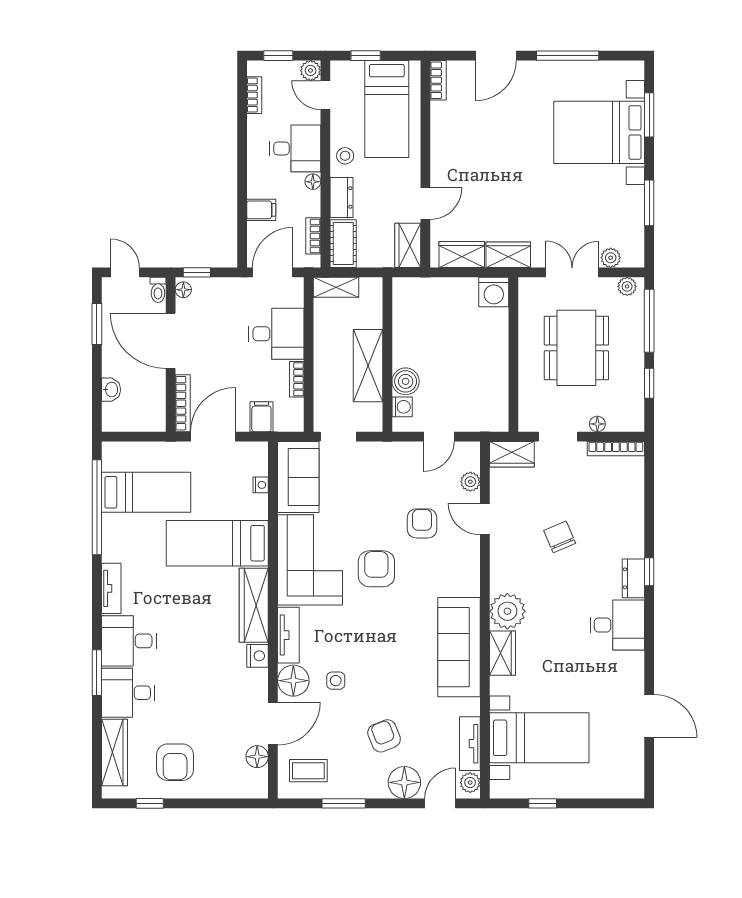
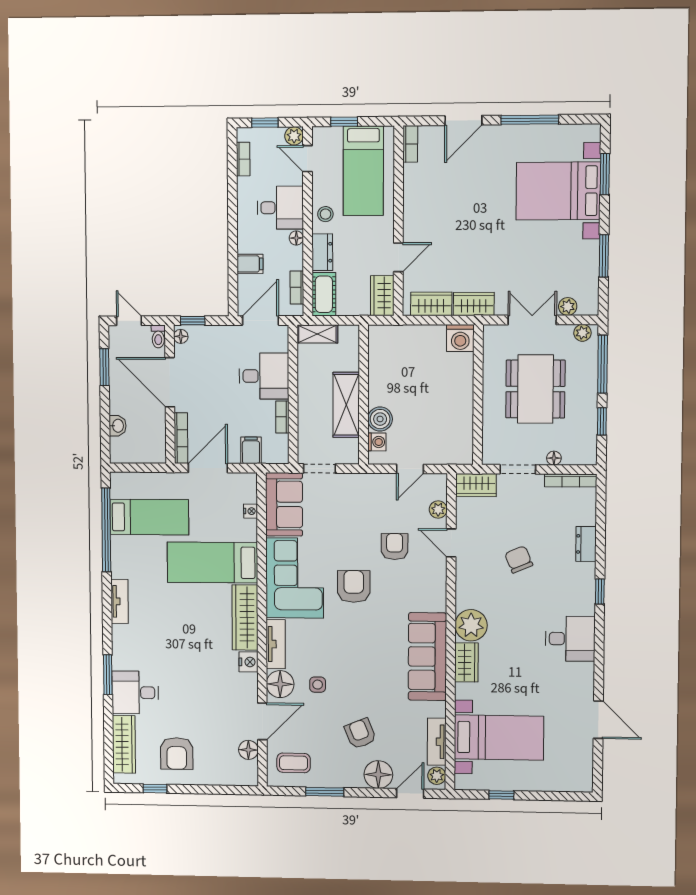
dresser: (633, 578) -> (586, 544), moved
desk: (129, 641) -> (135, 647), removed

